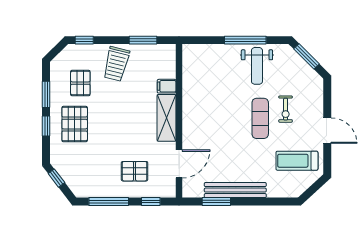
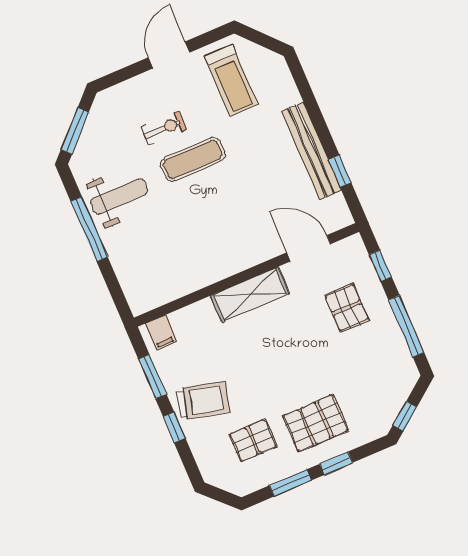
window: (84, 40) -> (174, 427), moved
filing cabinet: (167, 86) -> (161, 333), moved
window: (216, 202) -> (340, 171), width x0.67

